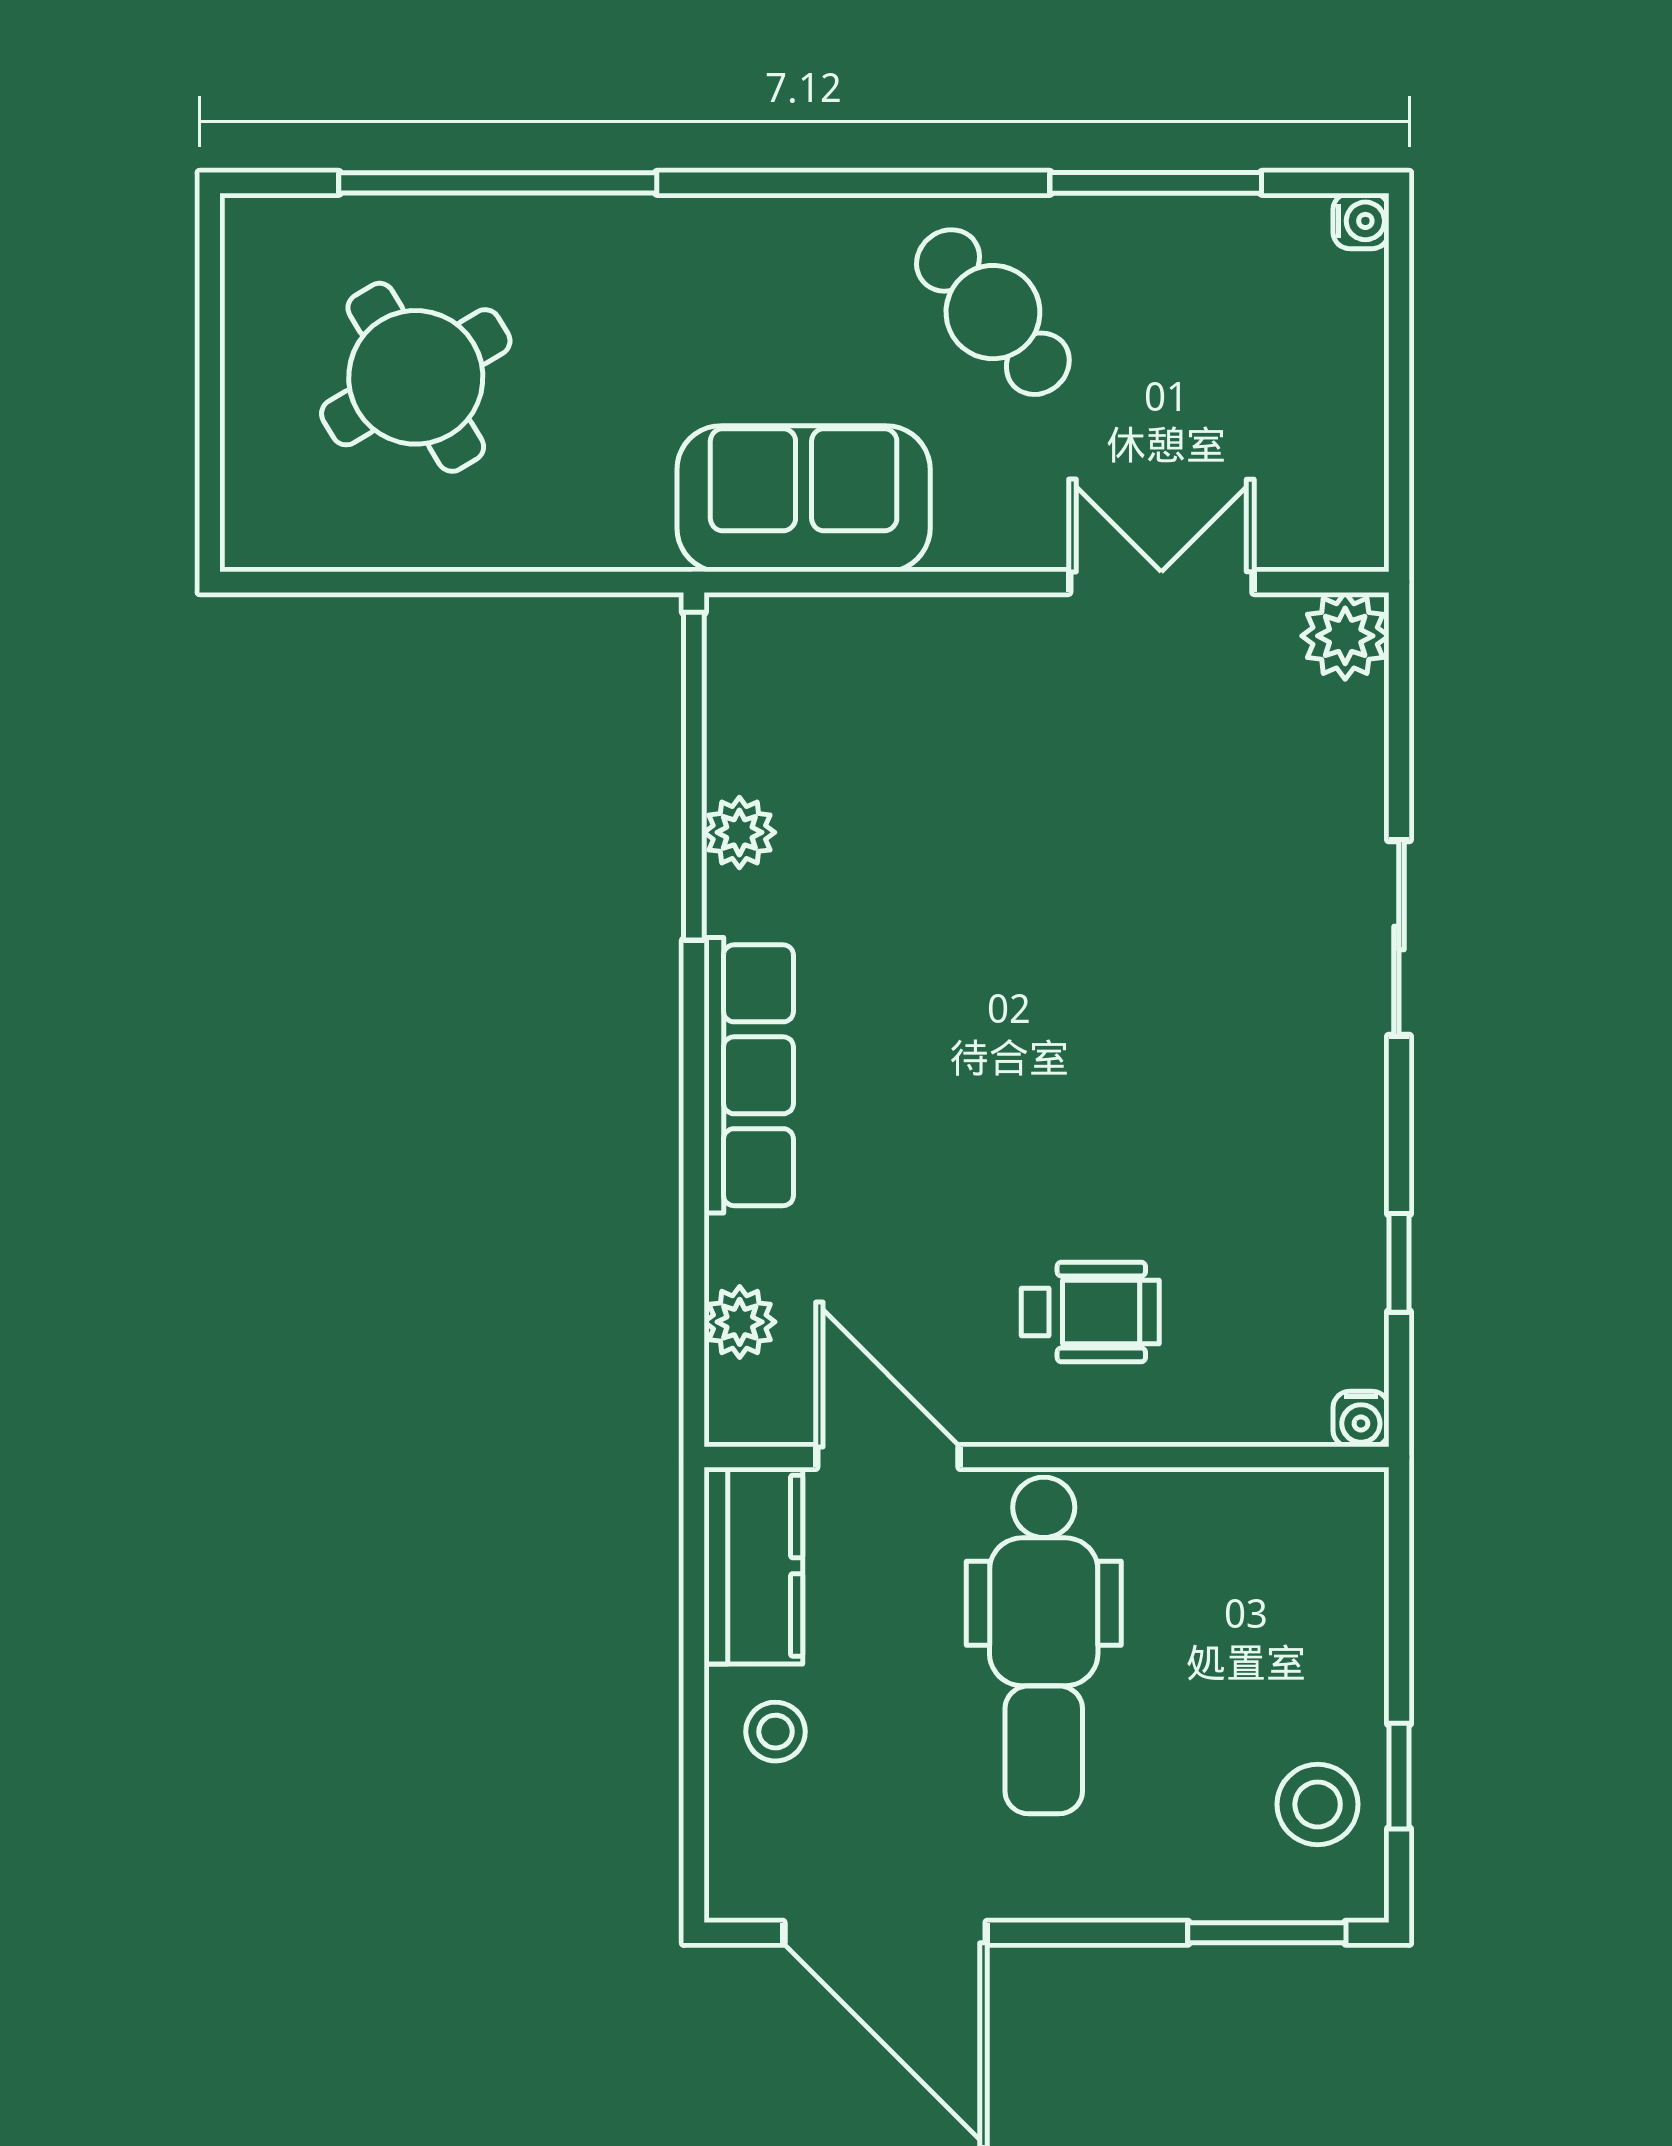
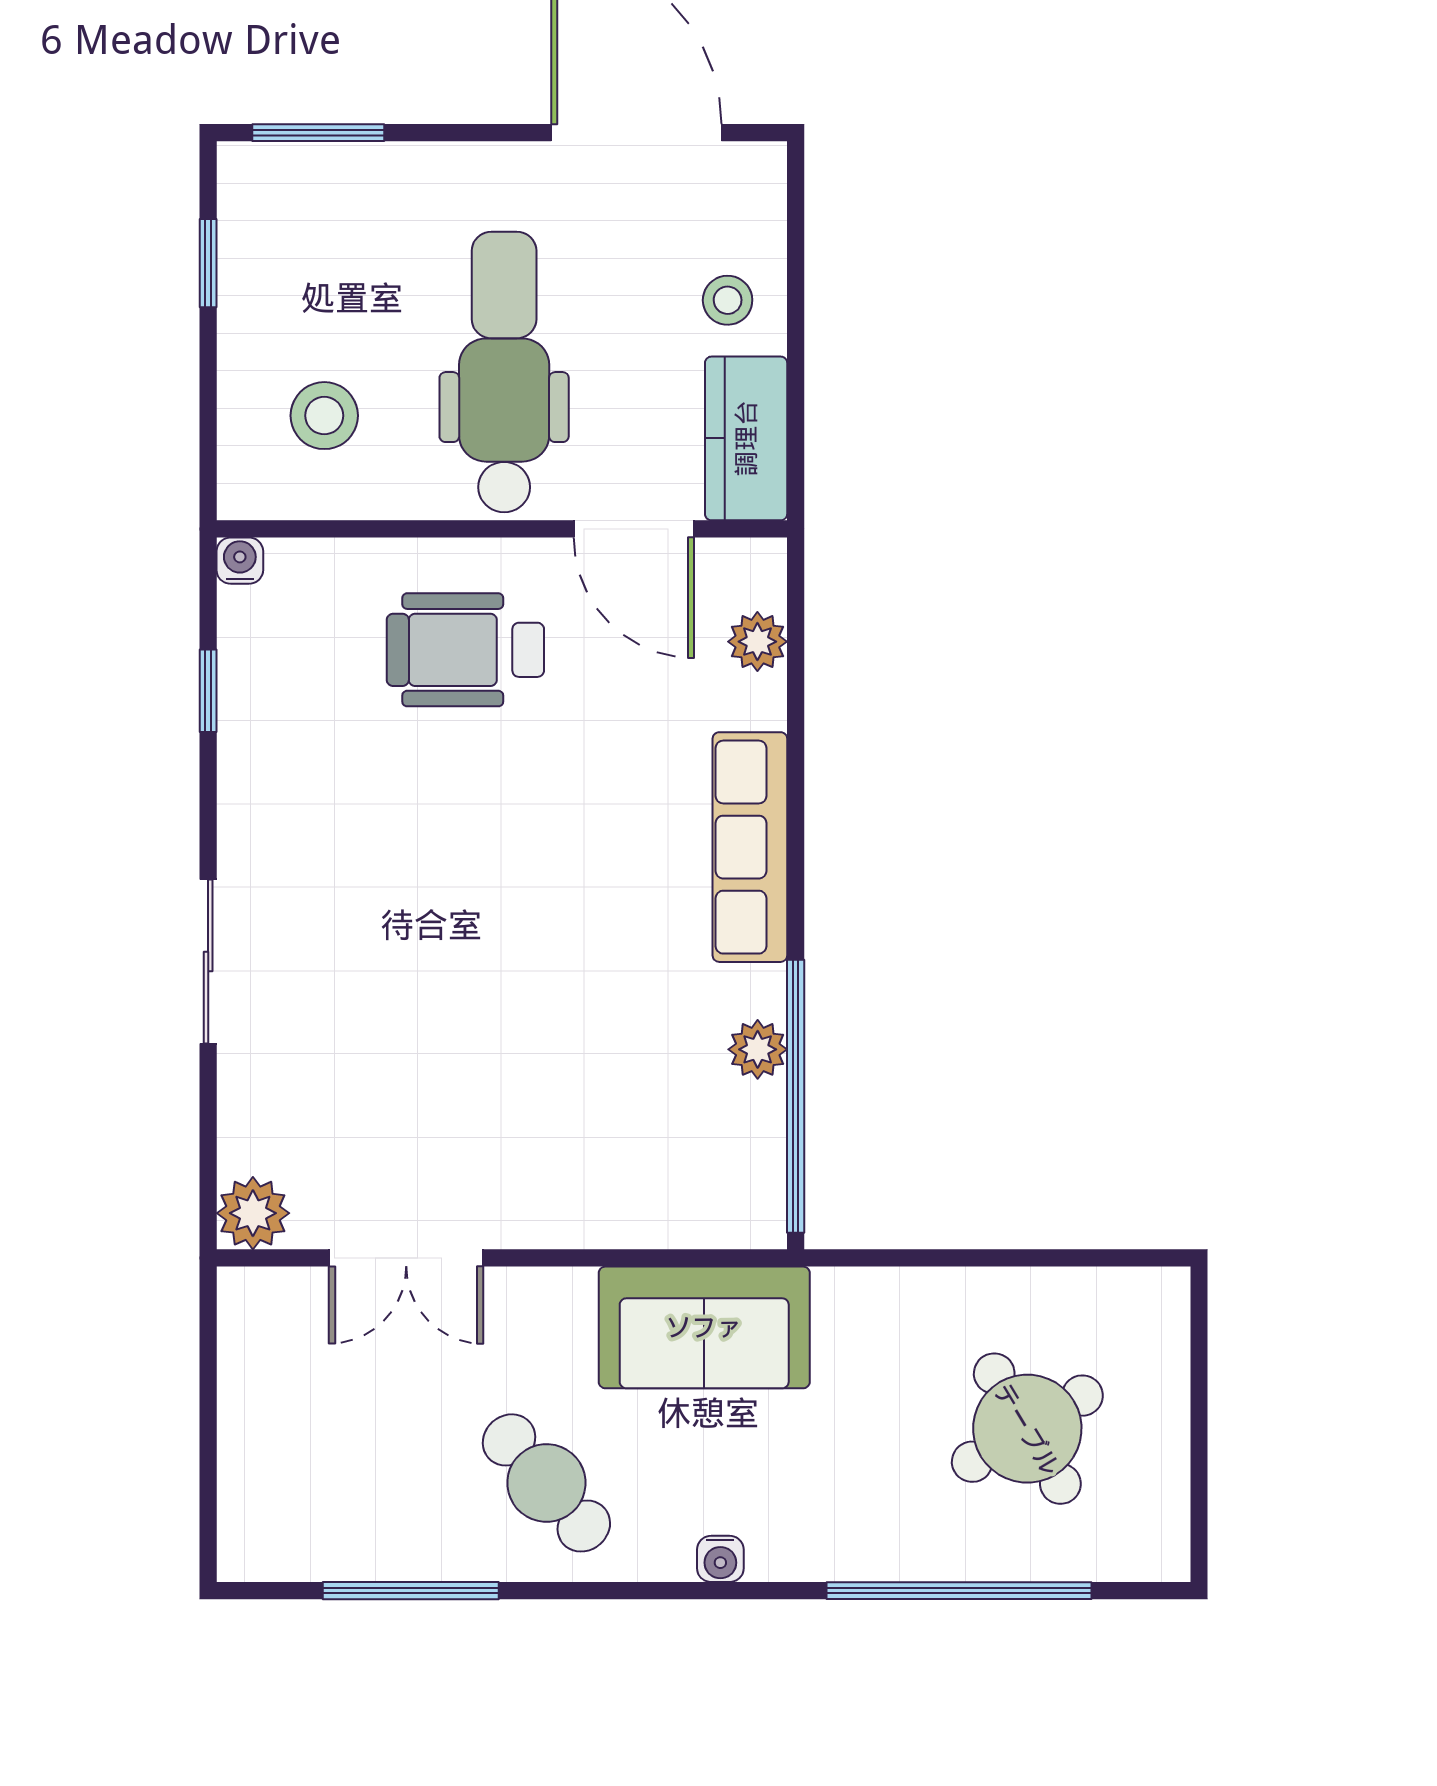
water cooler: (1361, 221) -> (720, 1559), moved, turned -90
wheelchair: (1090, 1312) -> (465, 650), width x1.36, depth x1.37
stool: (1318, 1804) -> (324, 416), moved

